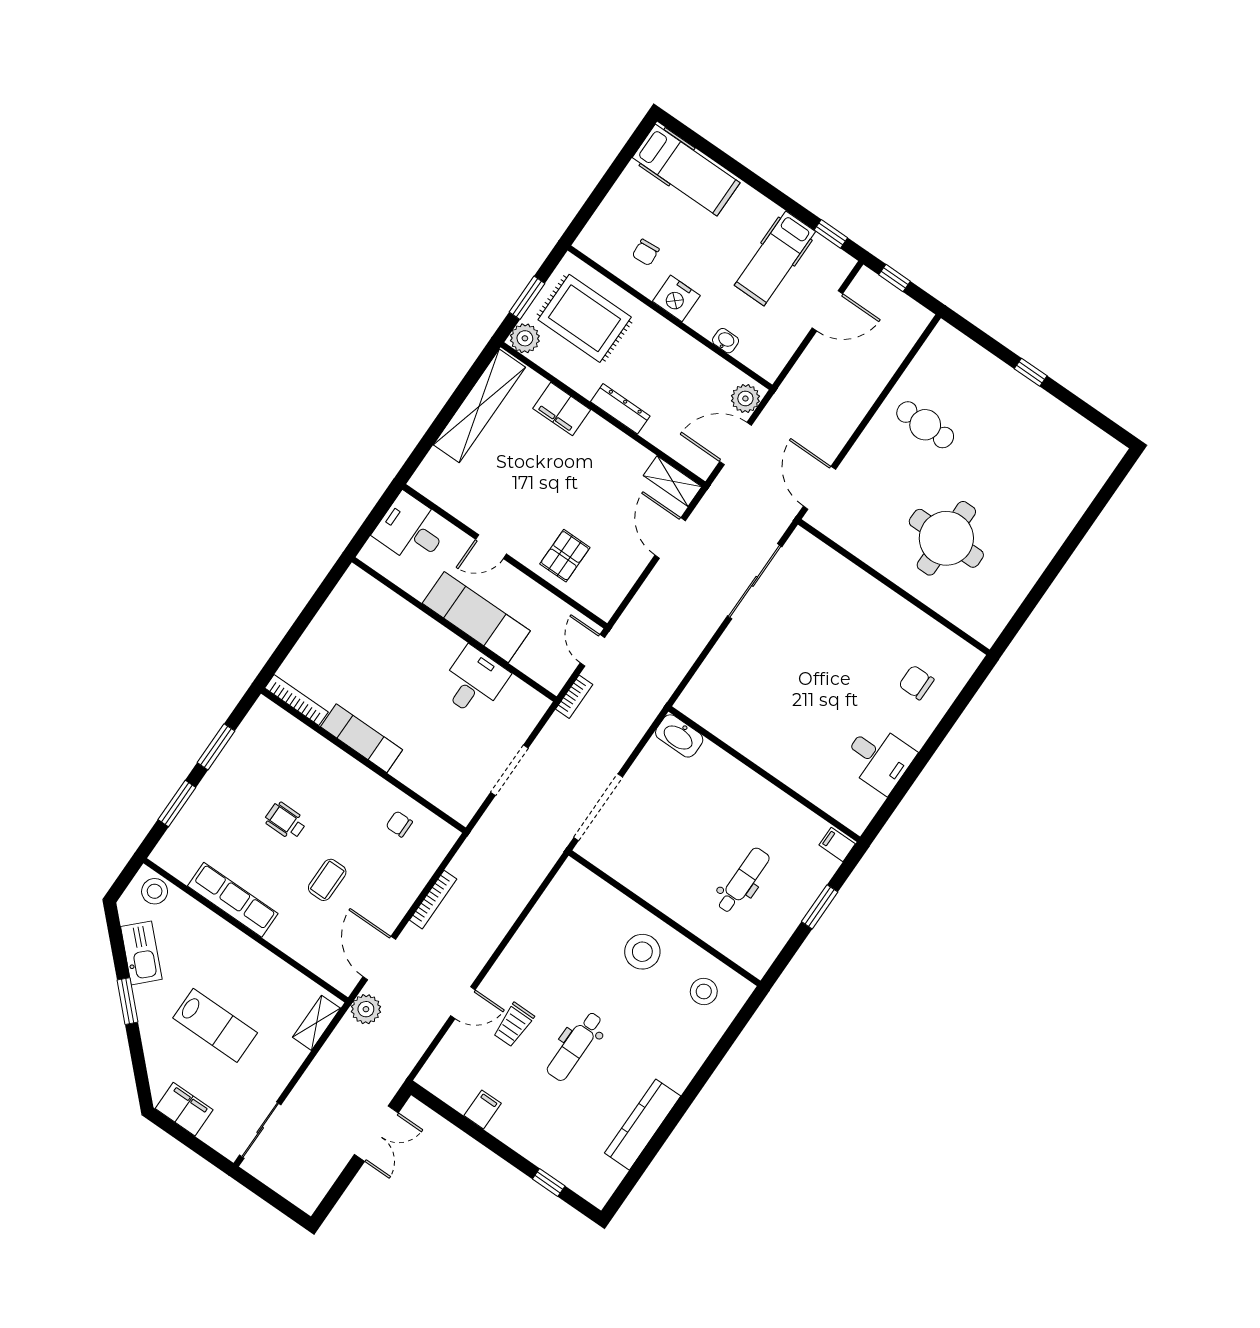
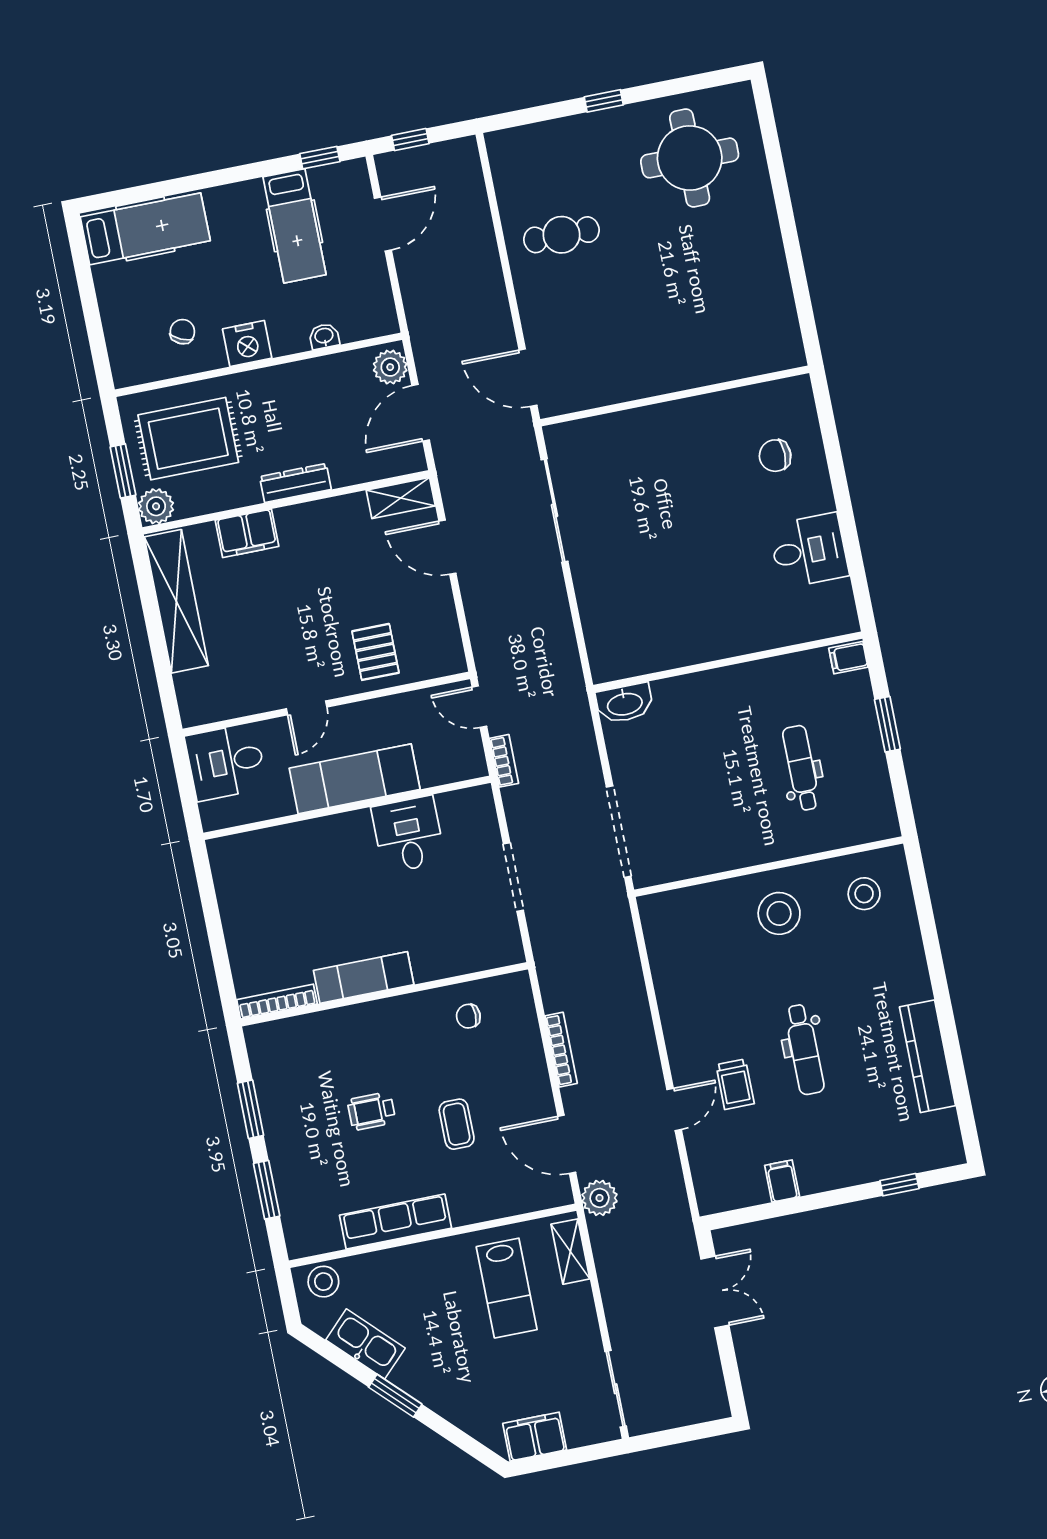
chair: (646, 252) -> (182, 332), turned -151
round table: (946, 538) -> (690, 158), moved
lab bench: (215, 1025) -> (507, 1288), moved, turned 90

